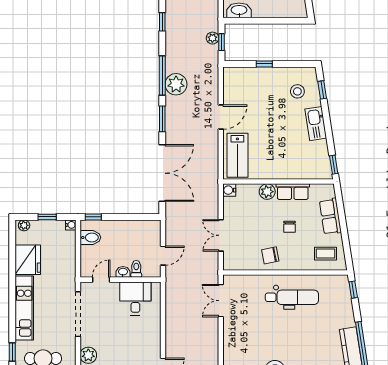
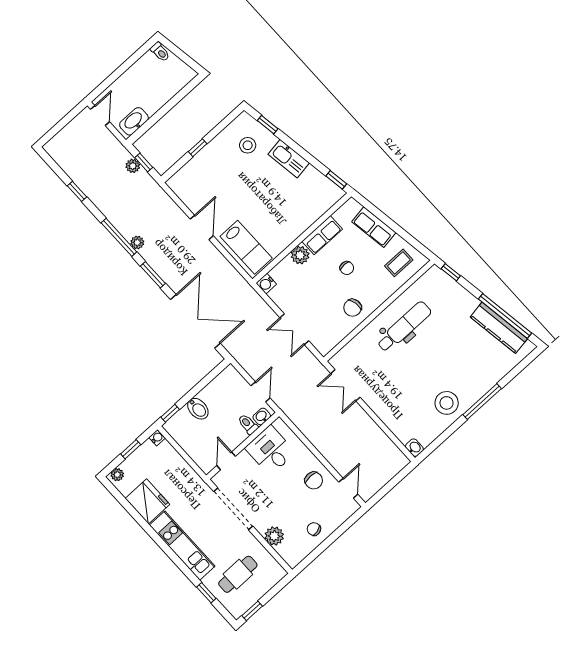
plant: (176, 84) -> (137, 243), width x0.53, depth x0.53
bidet: (90, 237) -> (198, 409), moved, turned 90
washbasin: (123, 272) -> (262, 416), moved
chair: (146, 343) -> (314, 480), added

